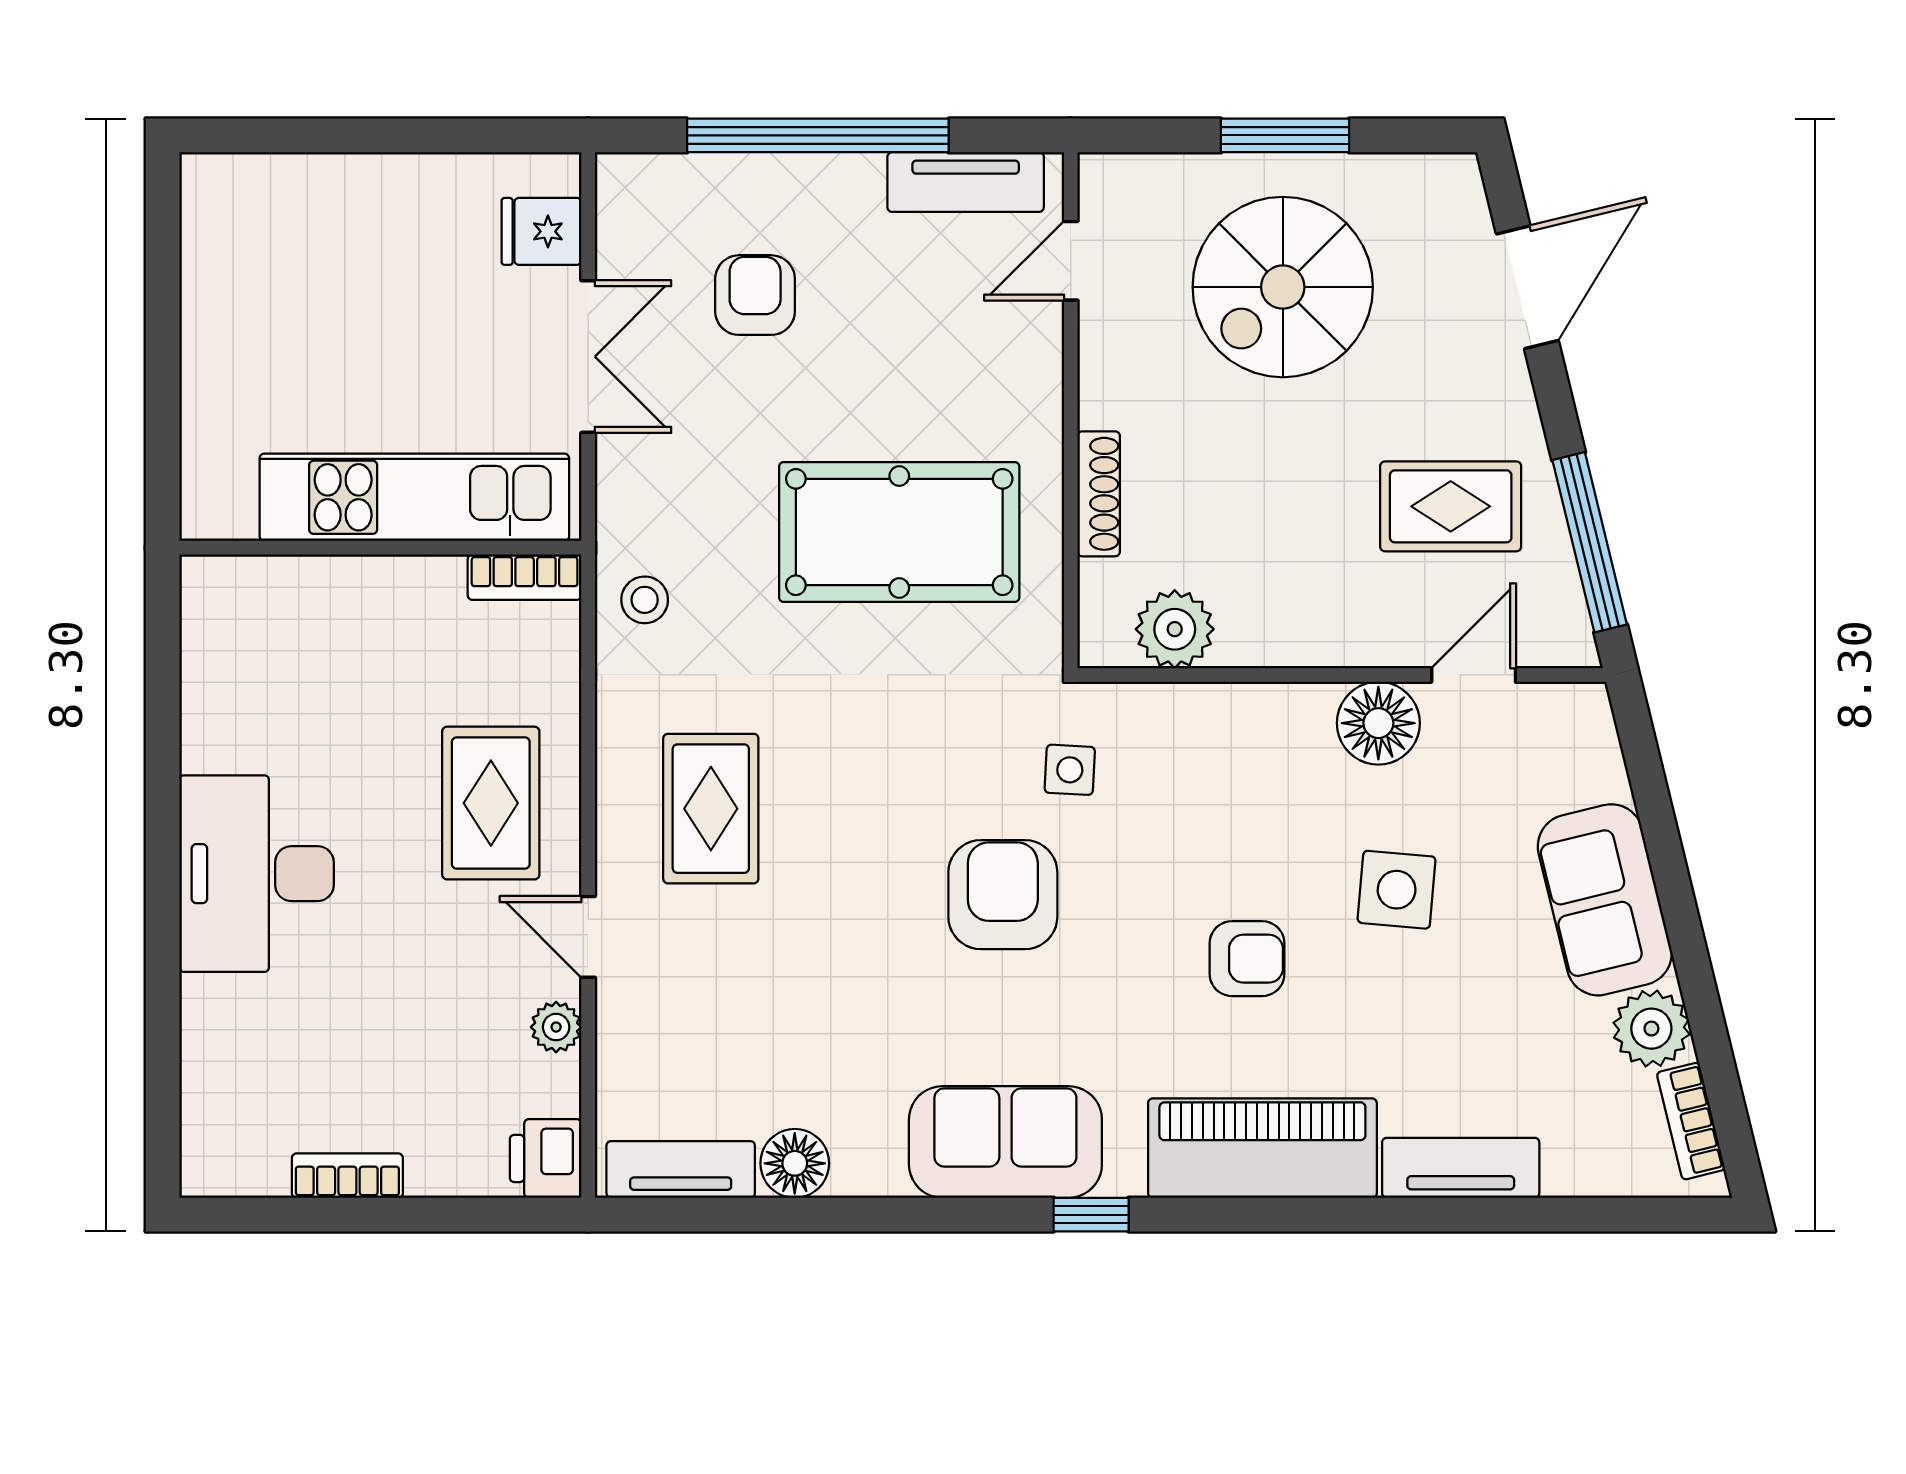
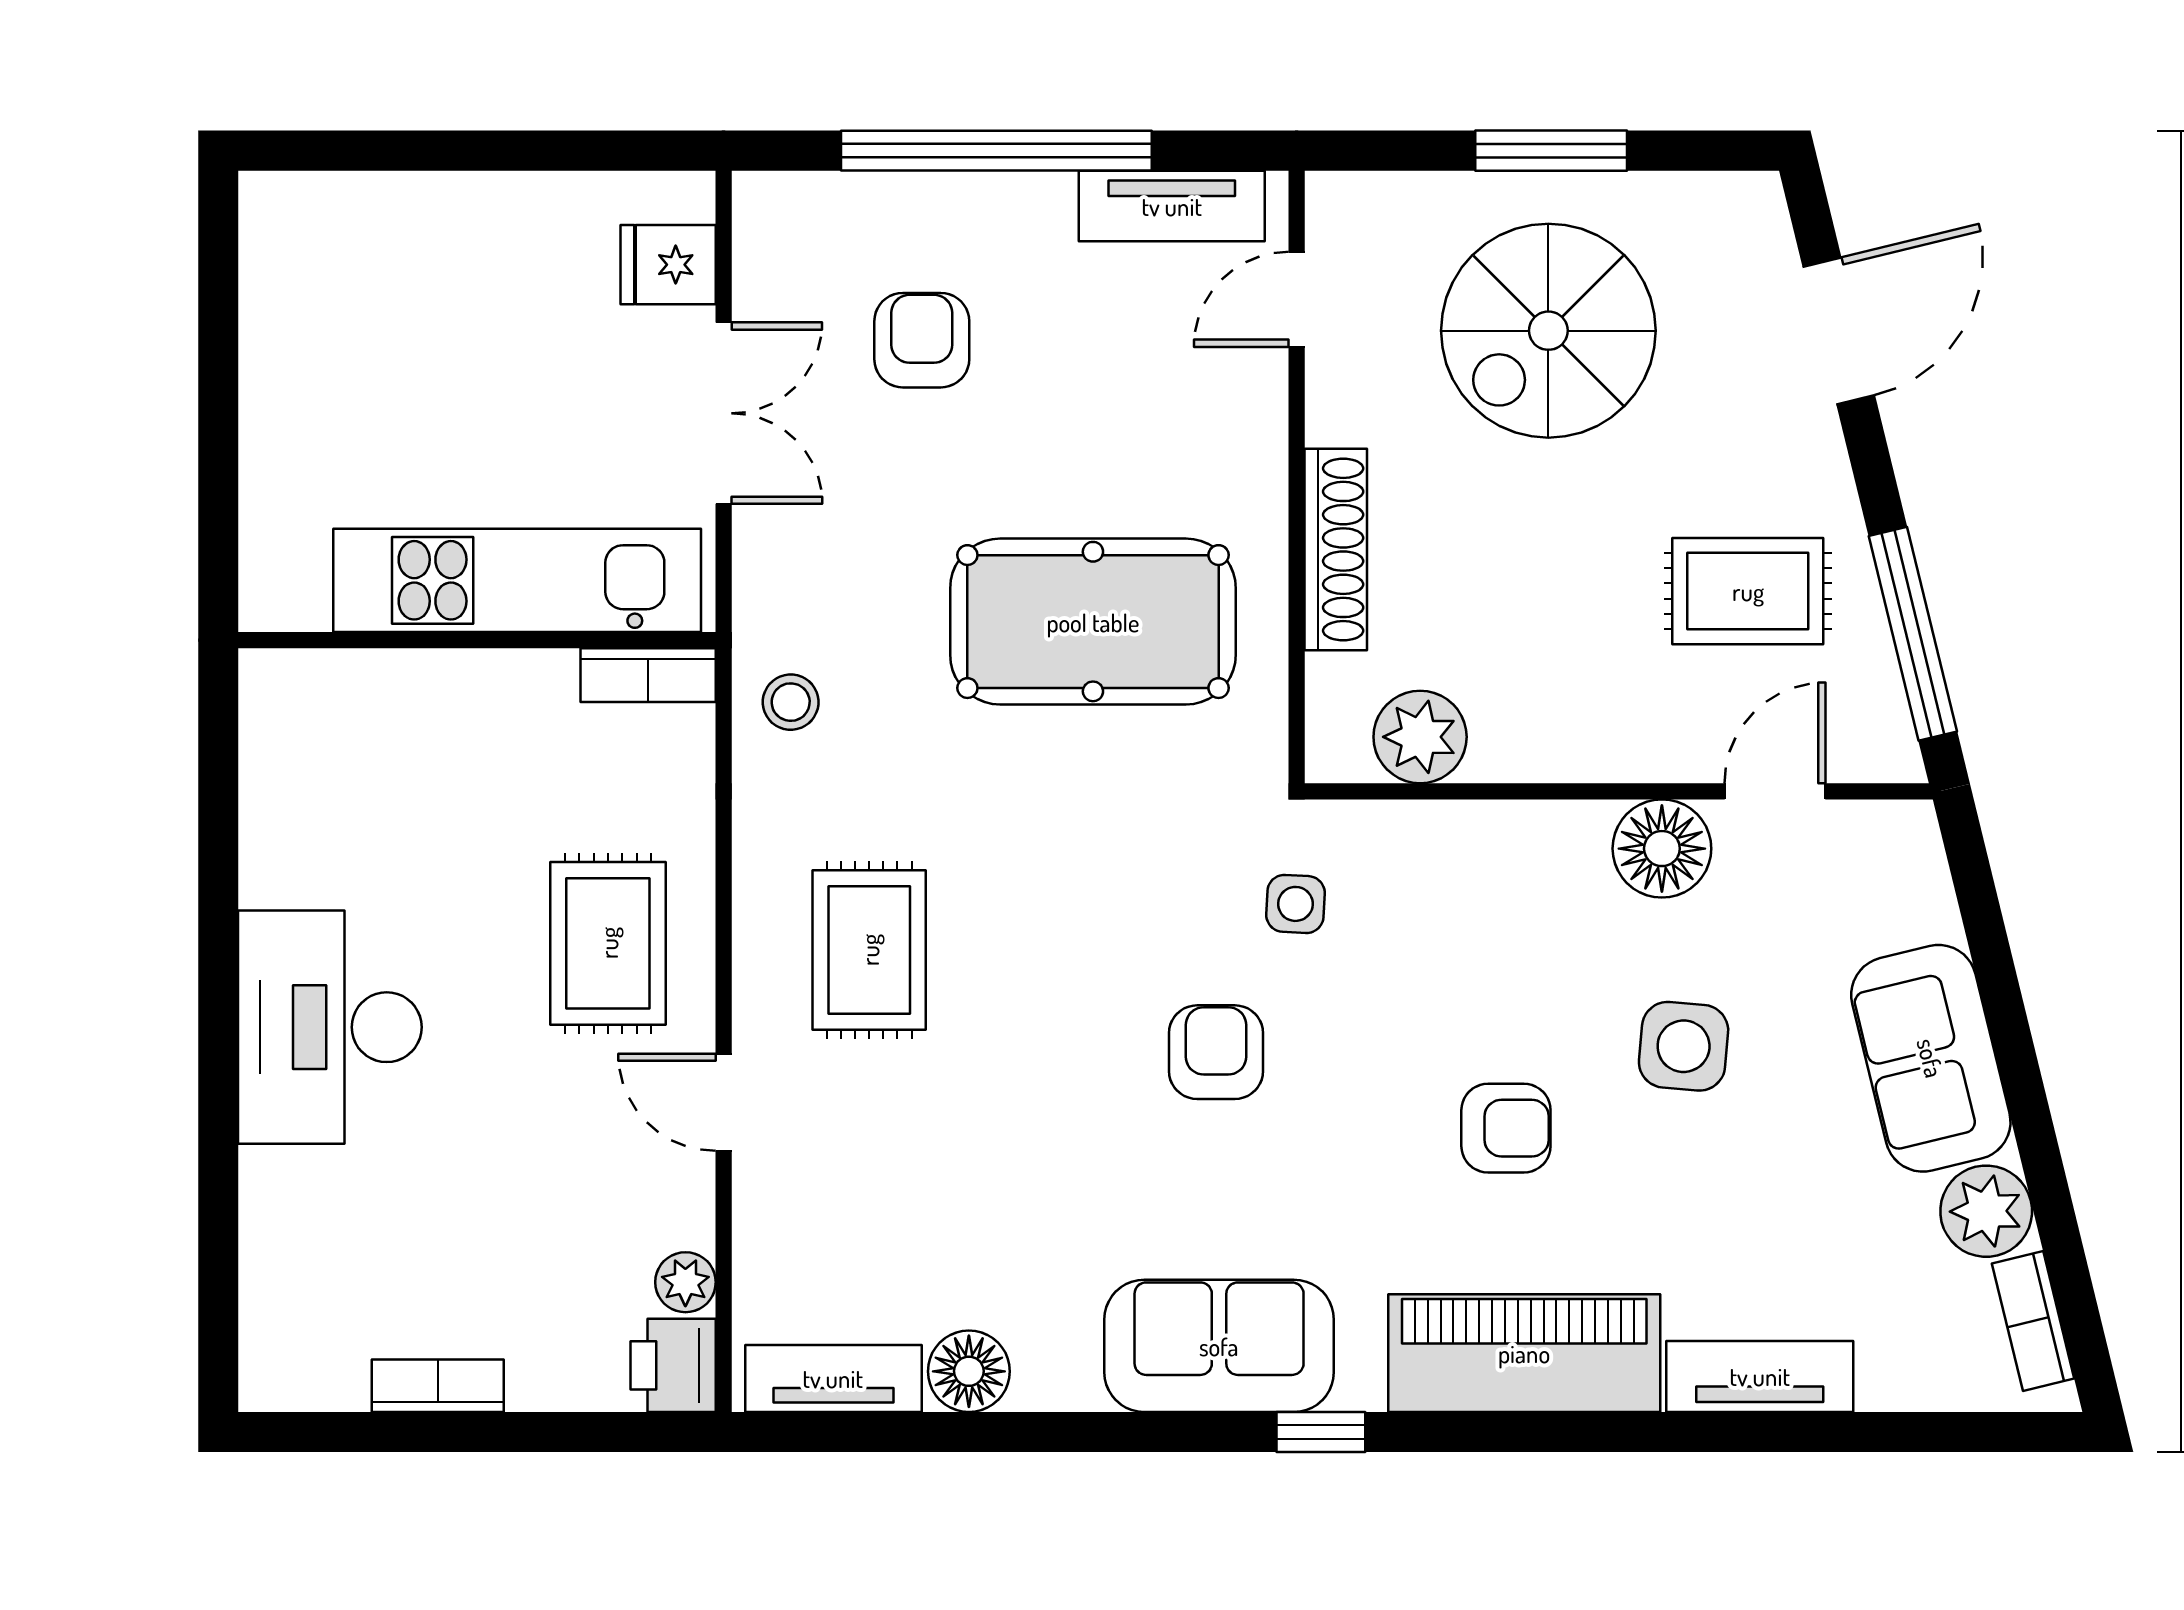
shoe rack: (1099, 494) -> (1336, 549), width x1.36, depth x1.24
armchair: (1003, 895) -> (1216, 1052), width x0.72, depth x0.72
plant: (556, 1027) -> (685, 1282), moved

